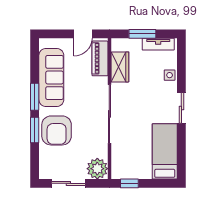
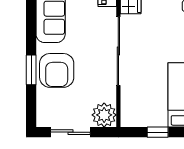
window: (35, 97) -> (31, 31), removed
window: (129, 183) -> (158, 132), moved

